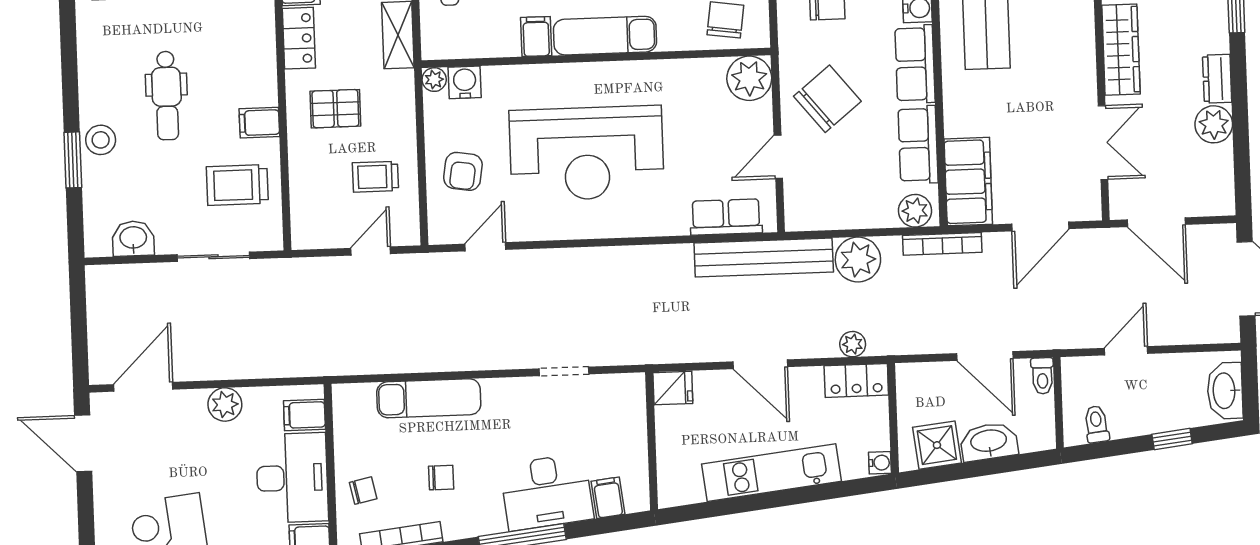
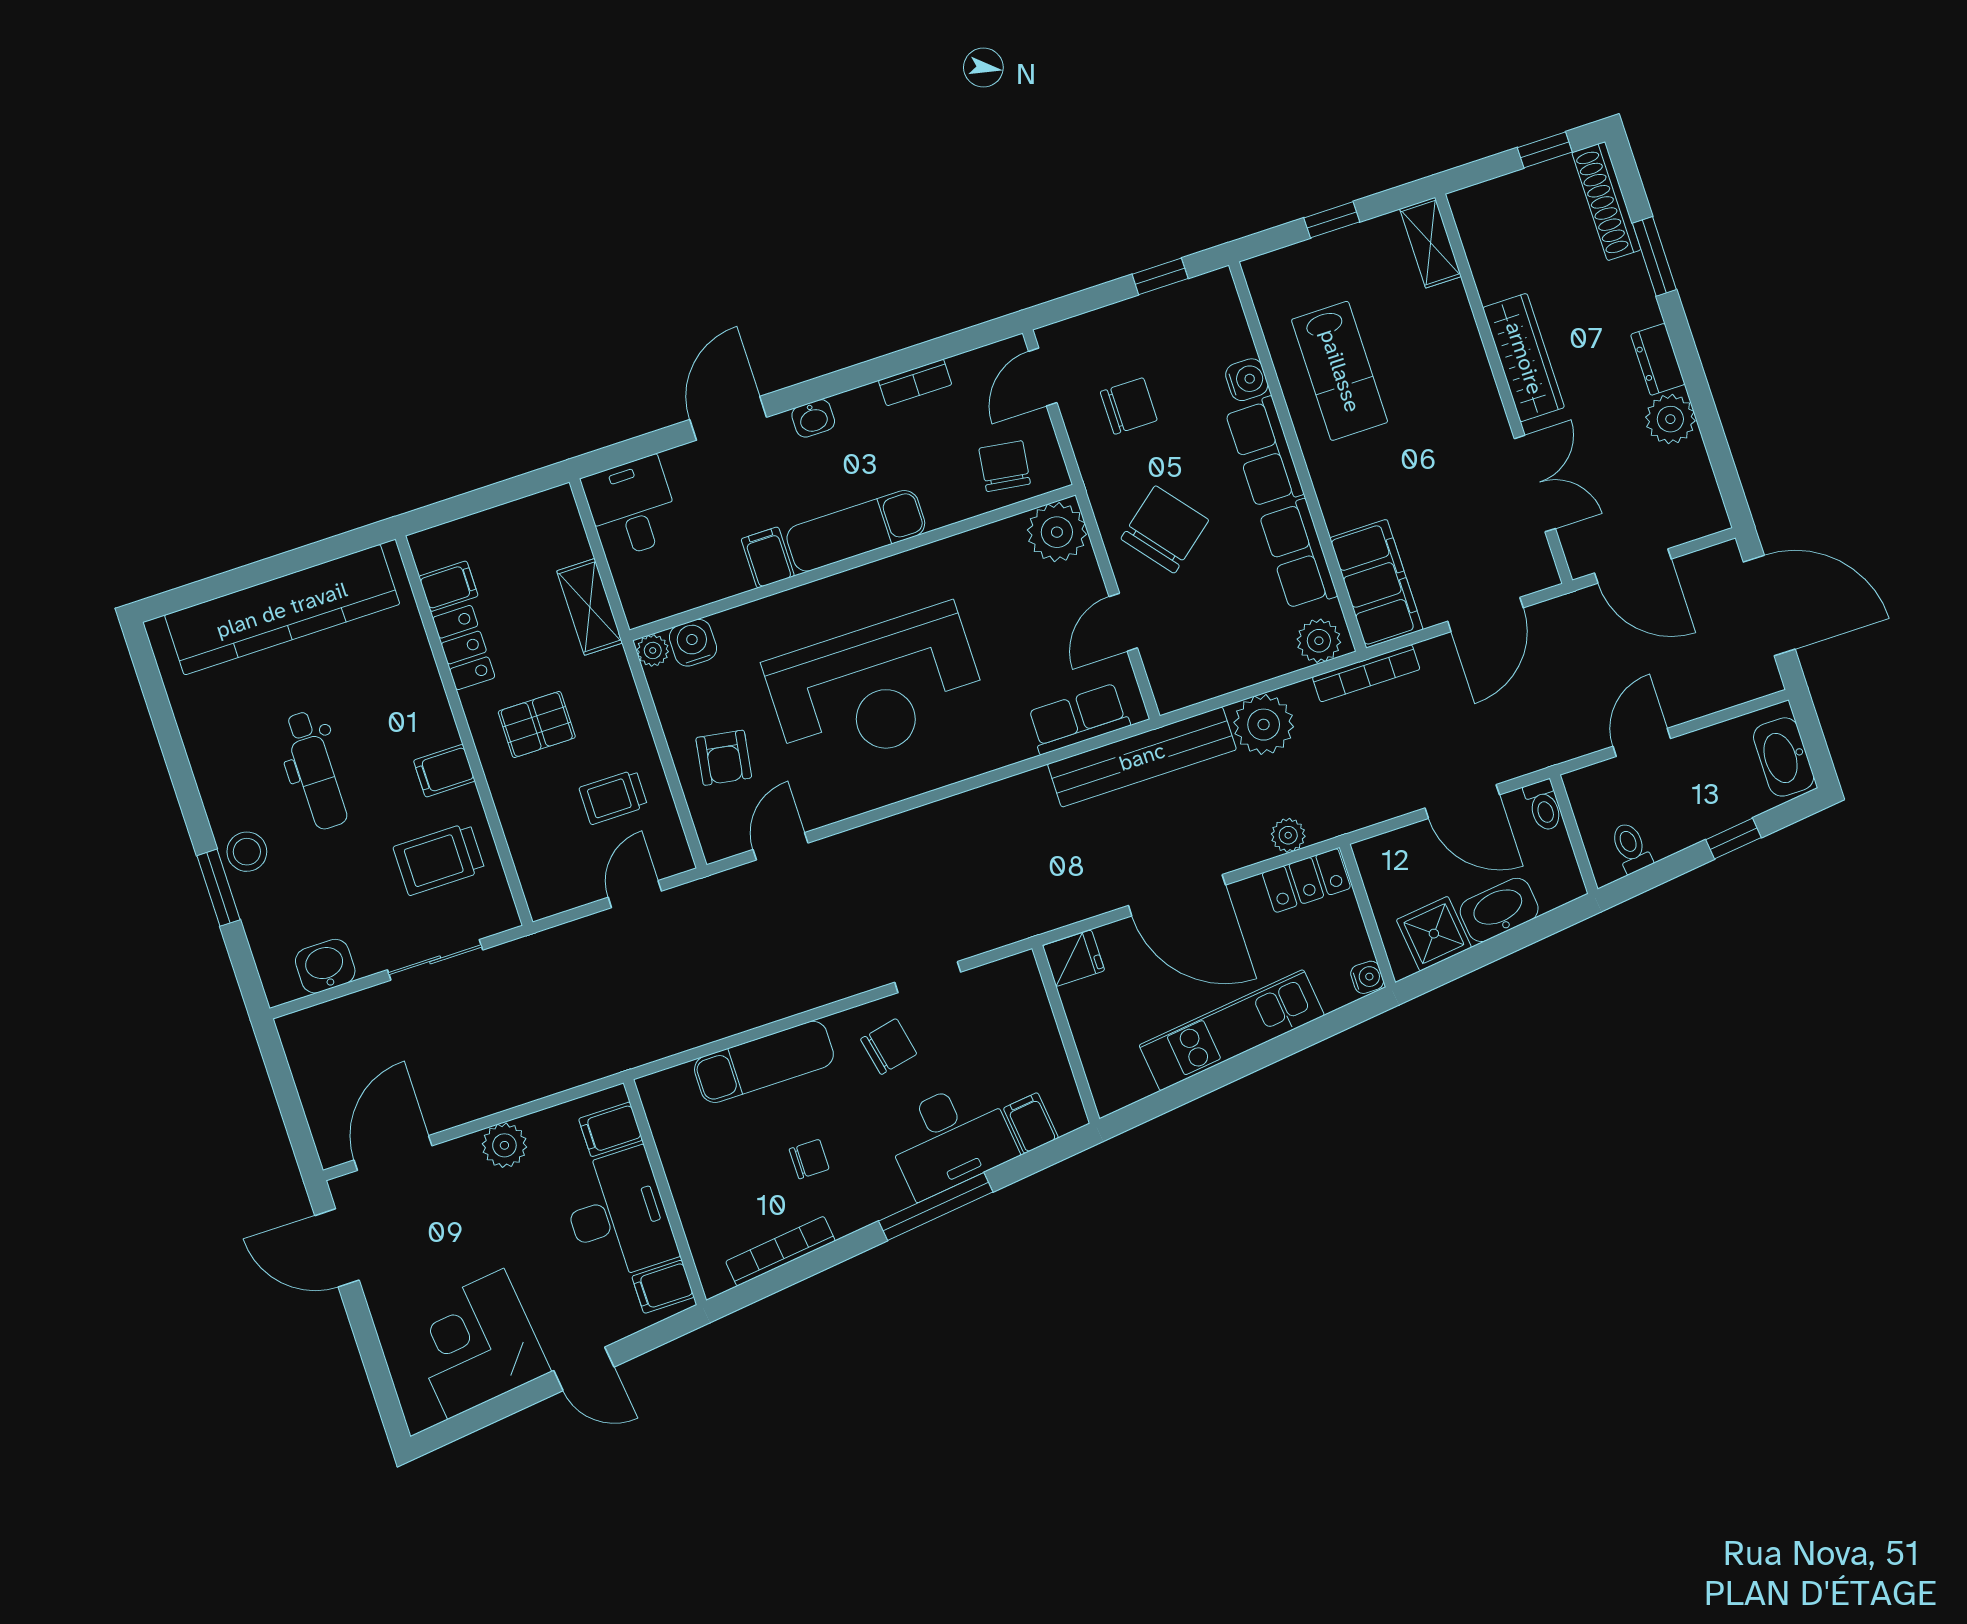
door: (760, 364) -> (1177, 895), width x1.36
chair: (363, 491) -> (889, 1047), moved, width x1.37, depth x1.37

